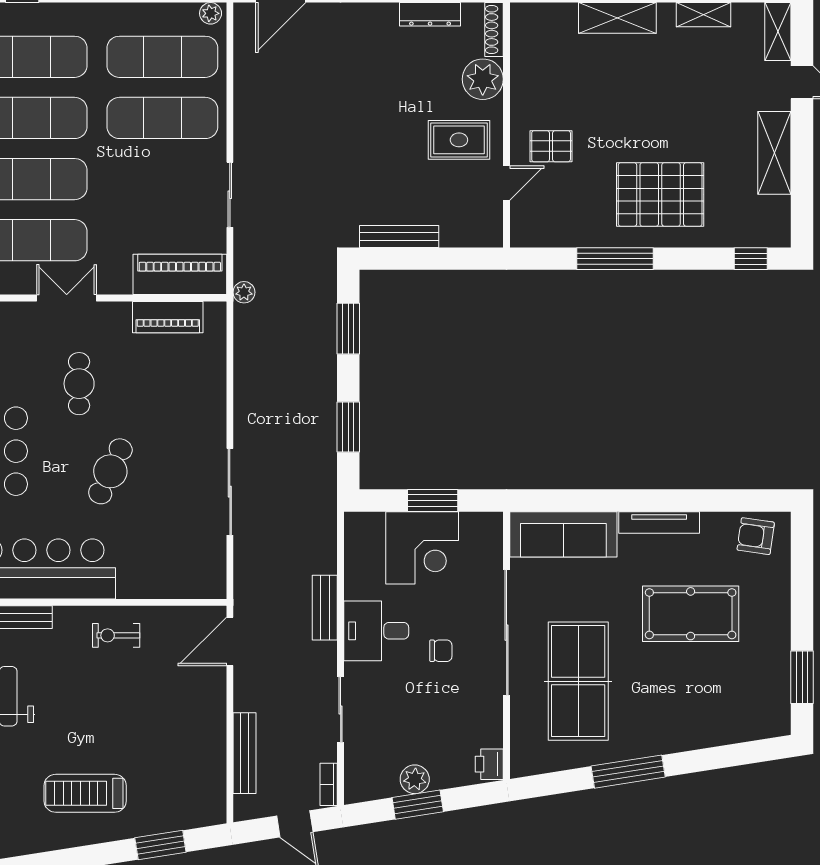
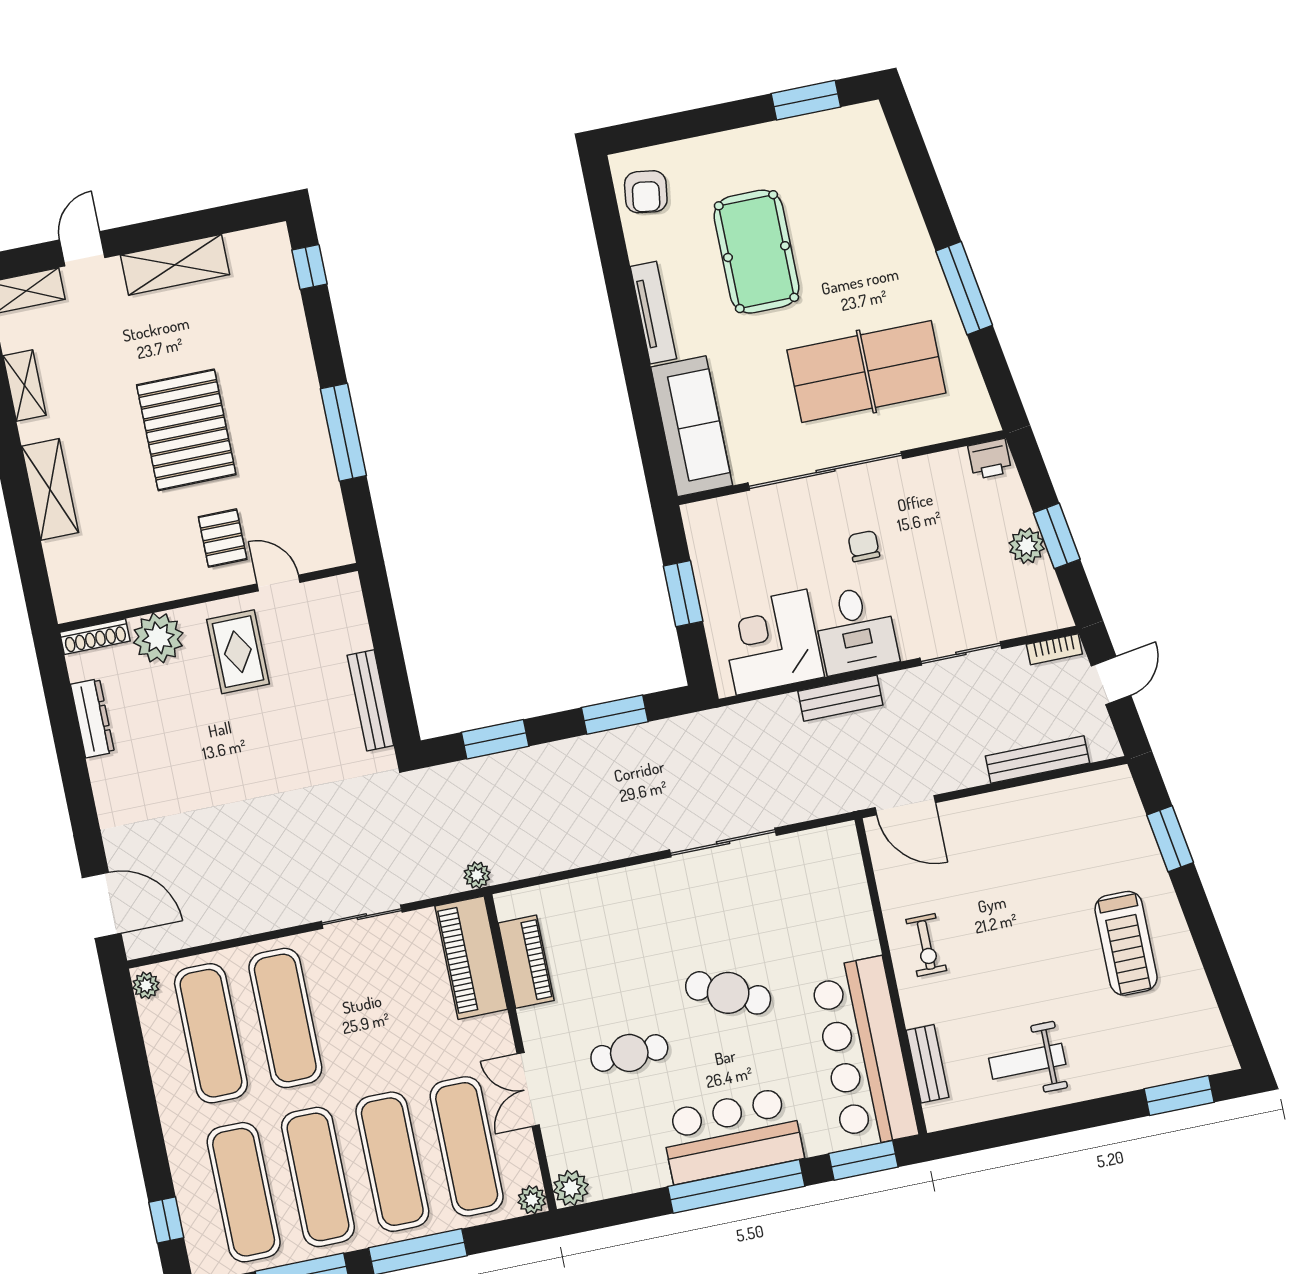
pallet: (660, 194) -> (186, 430), moved
corner desk: (422, 548) -> (771, 642), moved, turned -90

